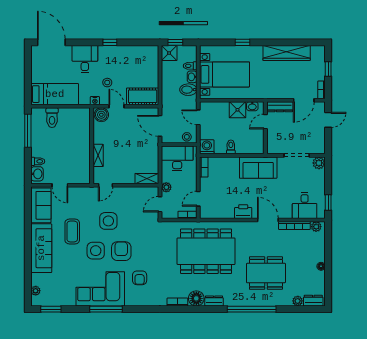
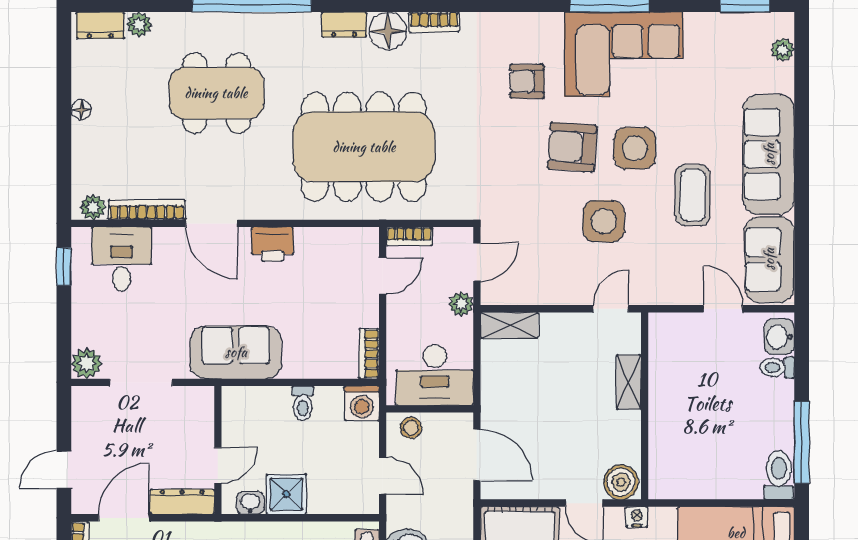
toilet: (52, 118) -> (779, 475), moved
armchair: (121, 251) -> (572, 147), turned 94
armchair: (140, 278) -> (527, 81), turned -90

